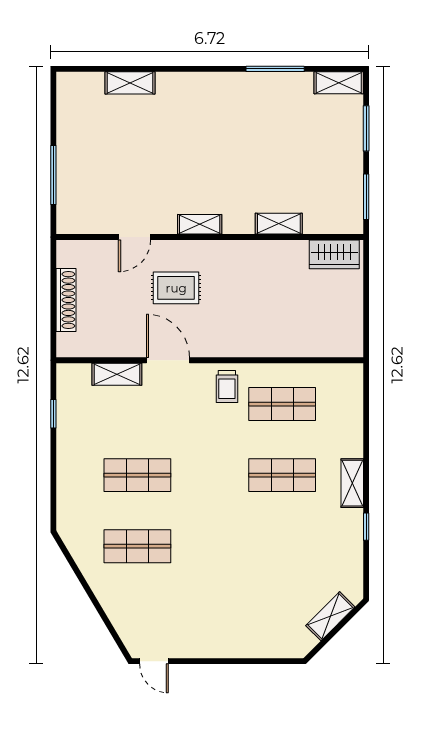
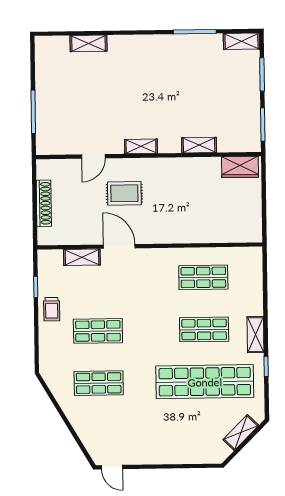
trolley: (227, 386) -> (52, 309), moved
shop shelf: (282, 546) -> (205, 382), added

